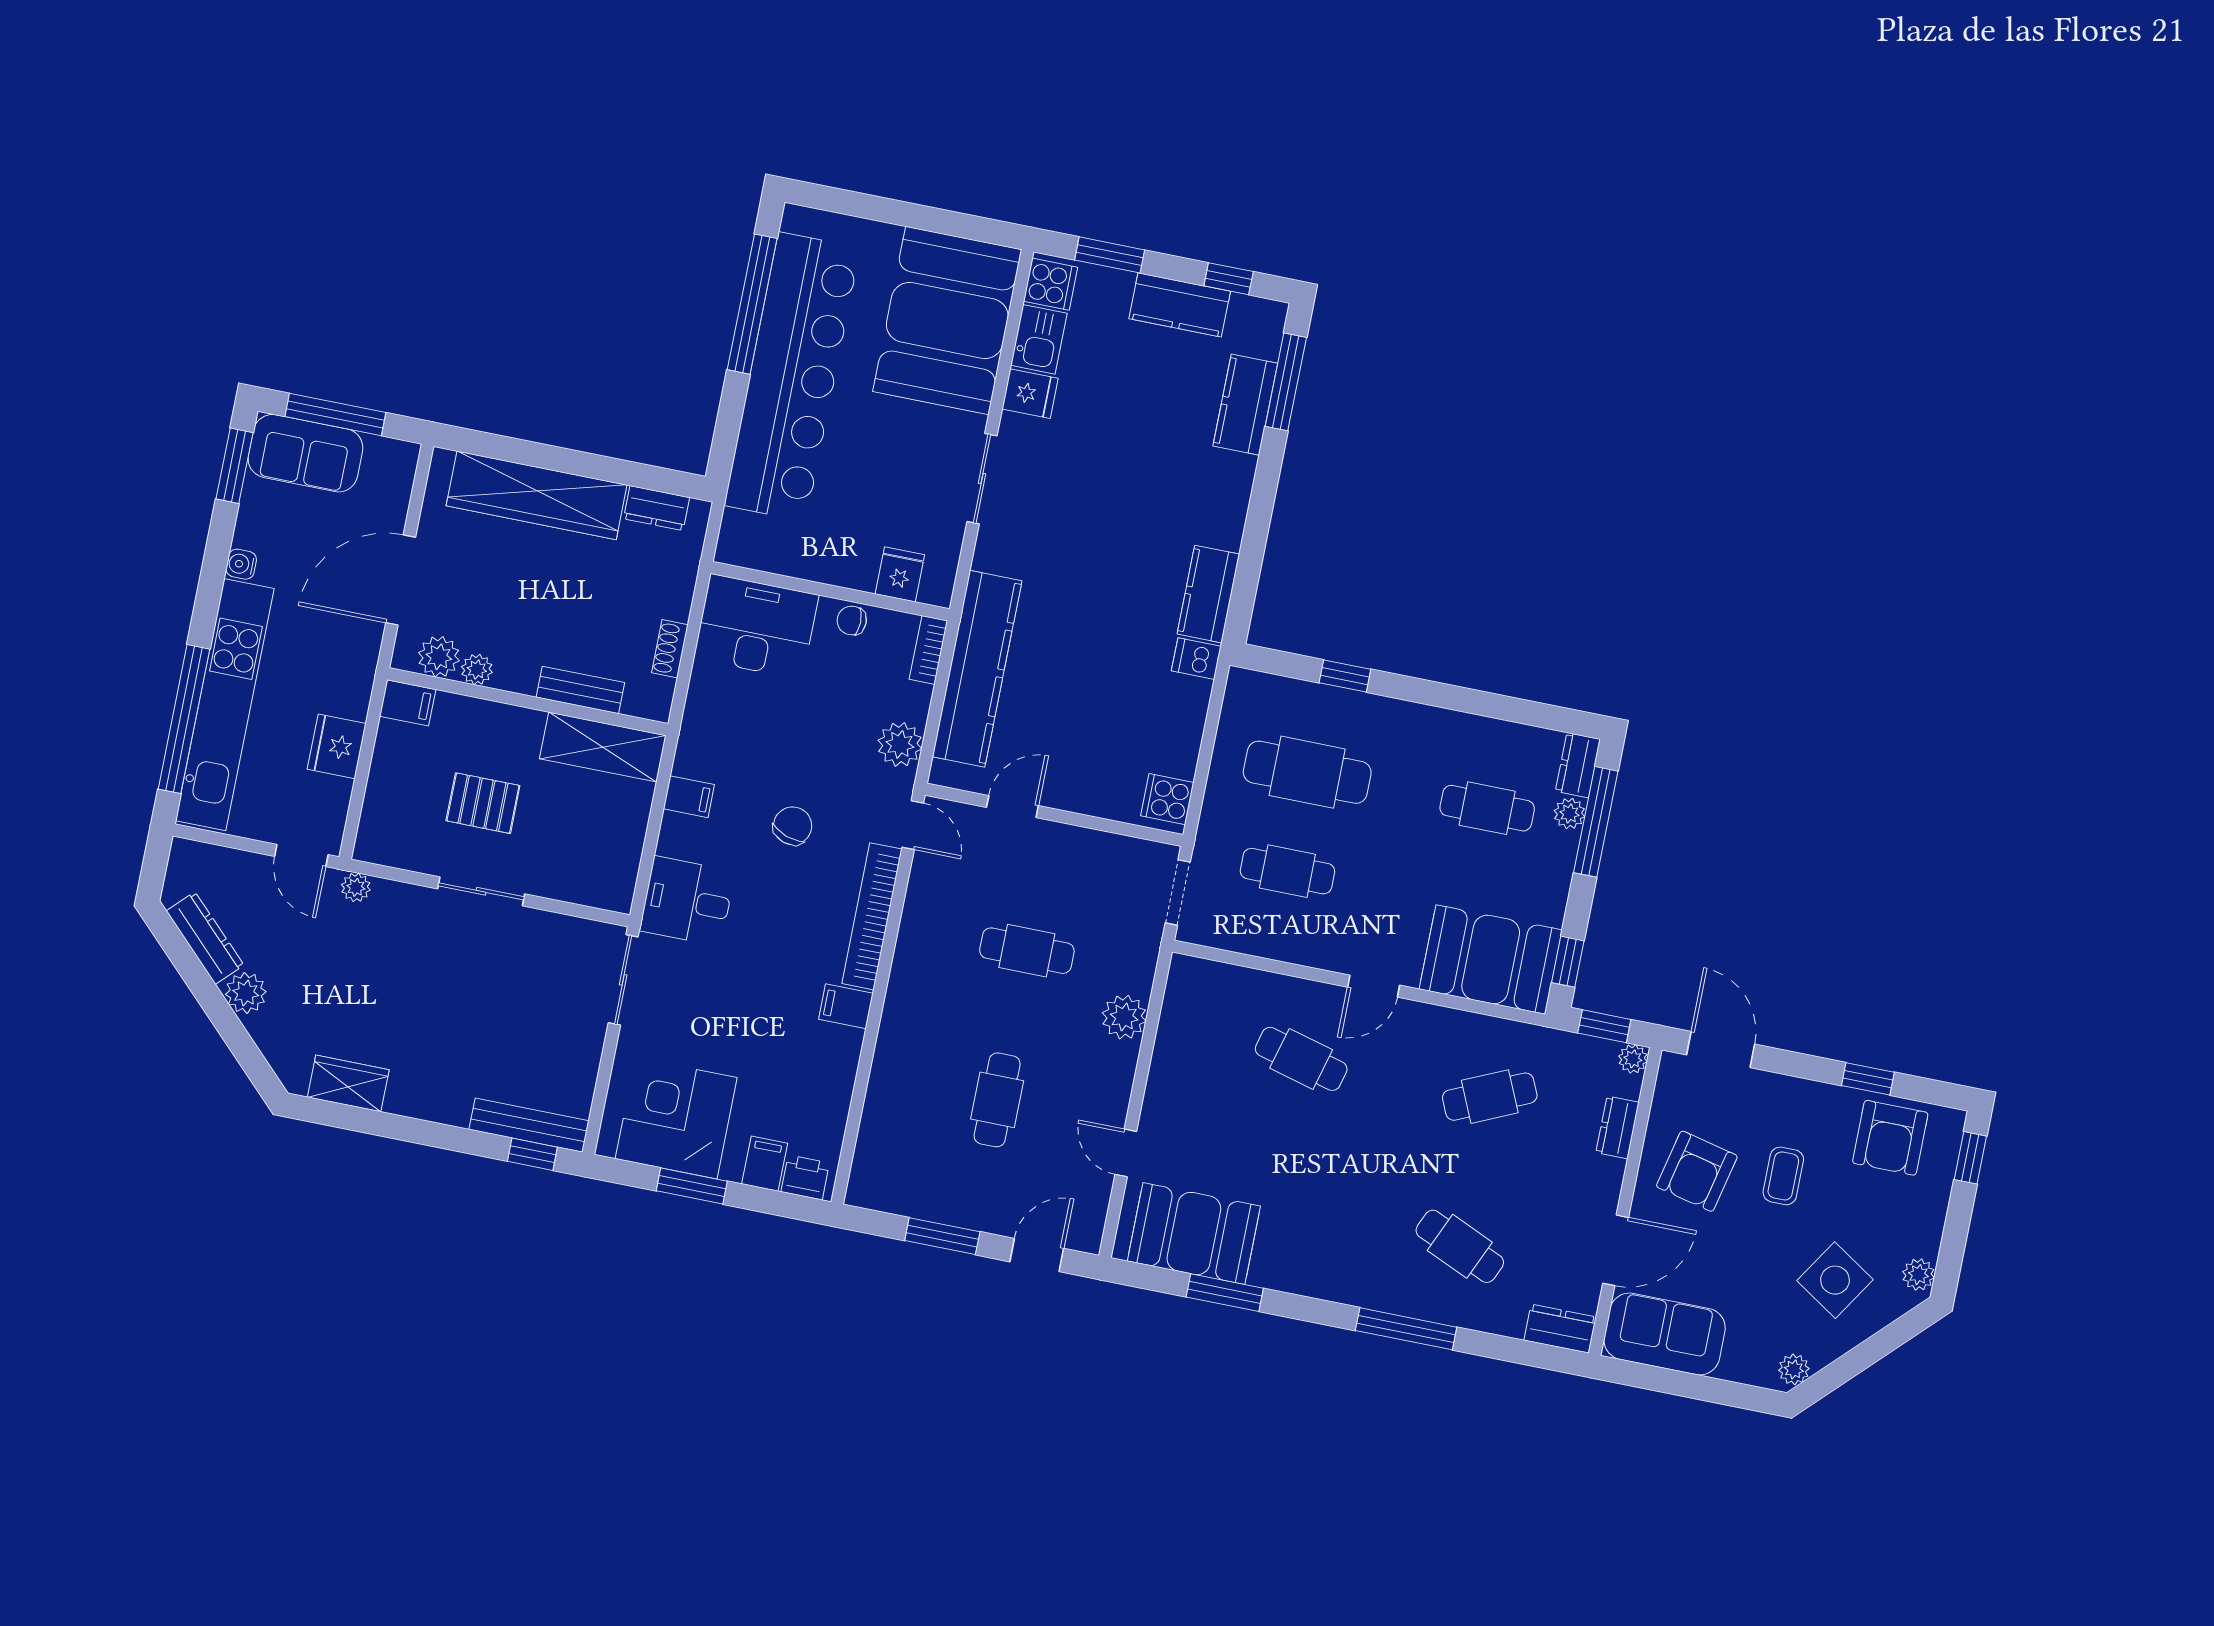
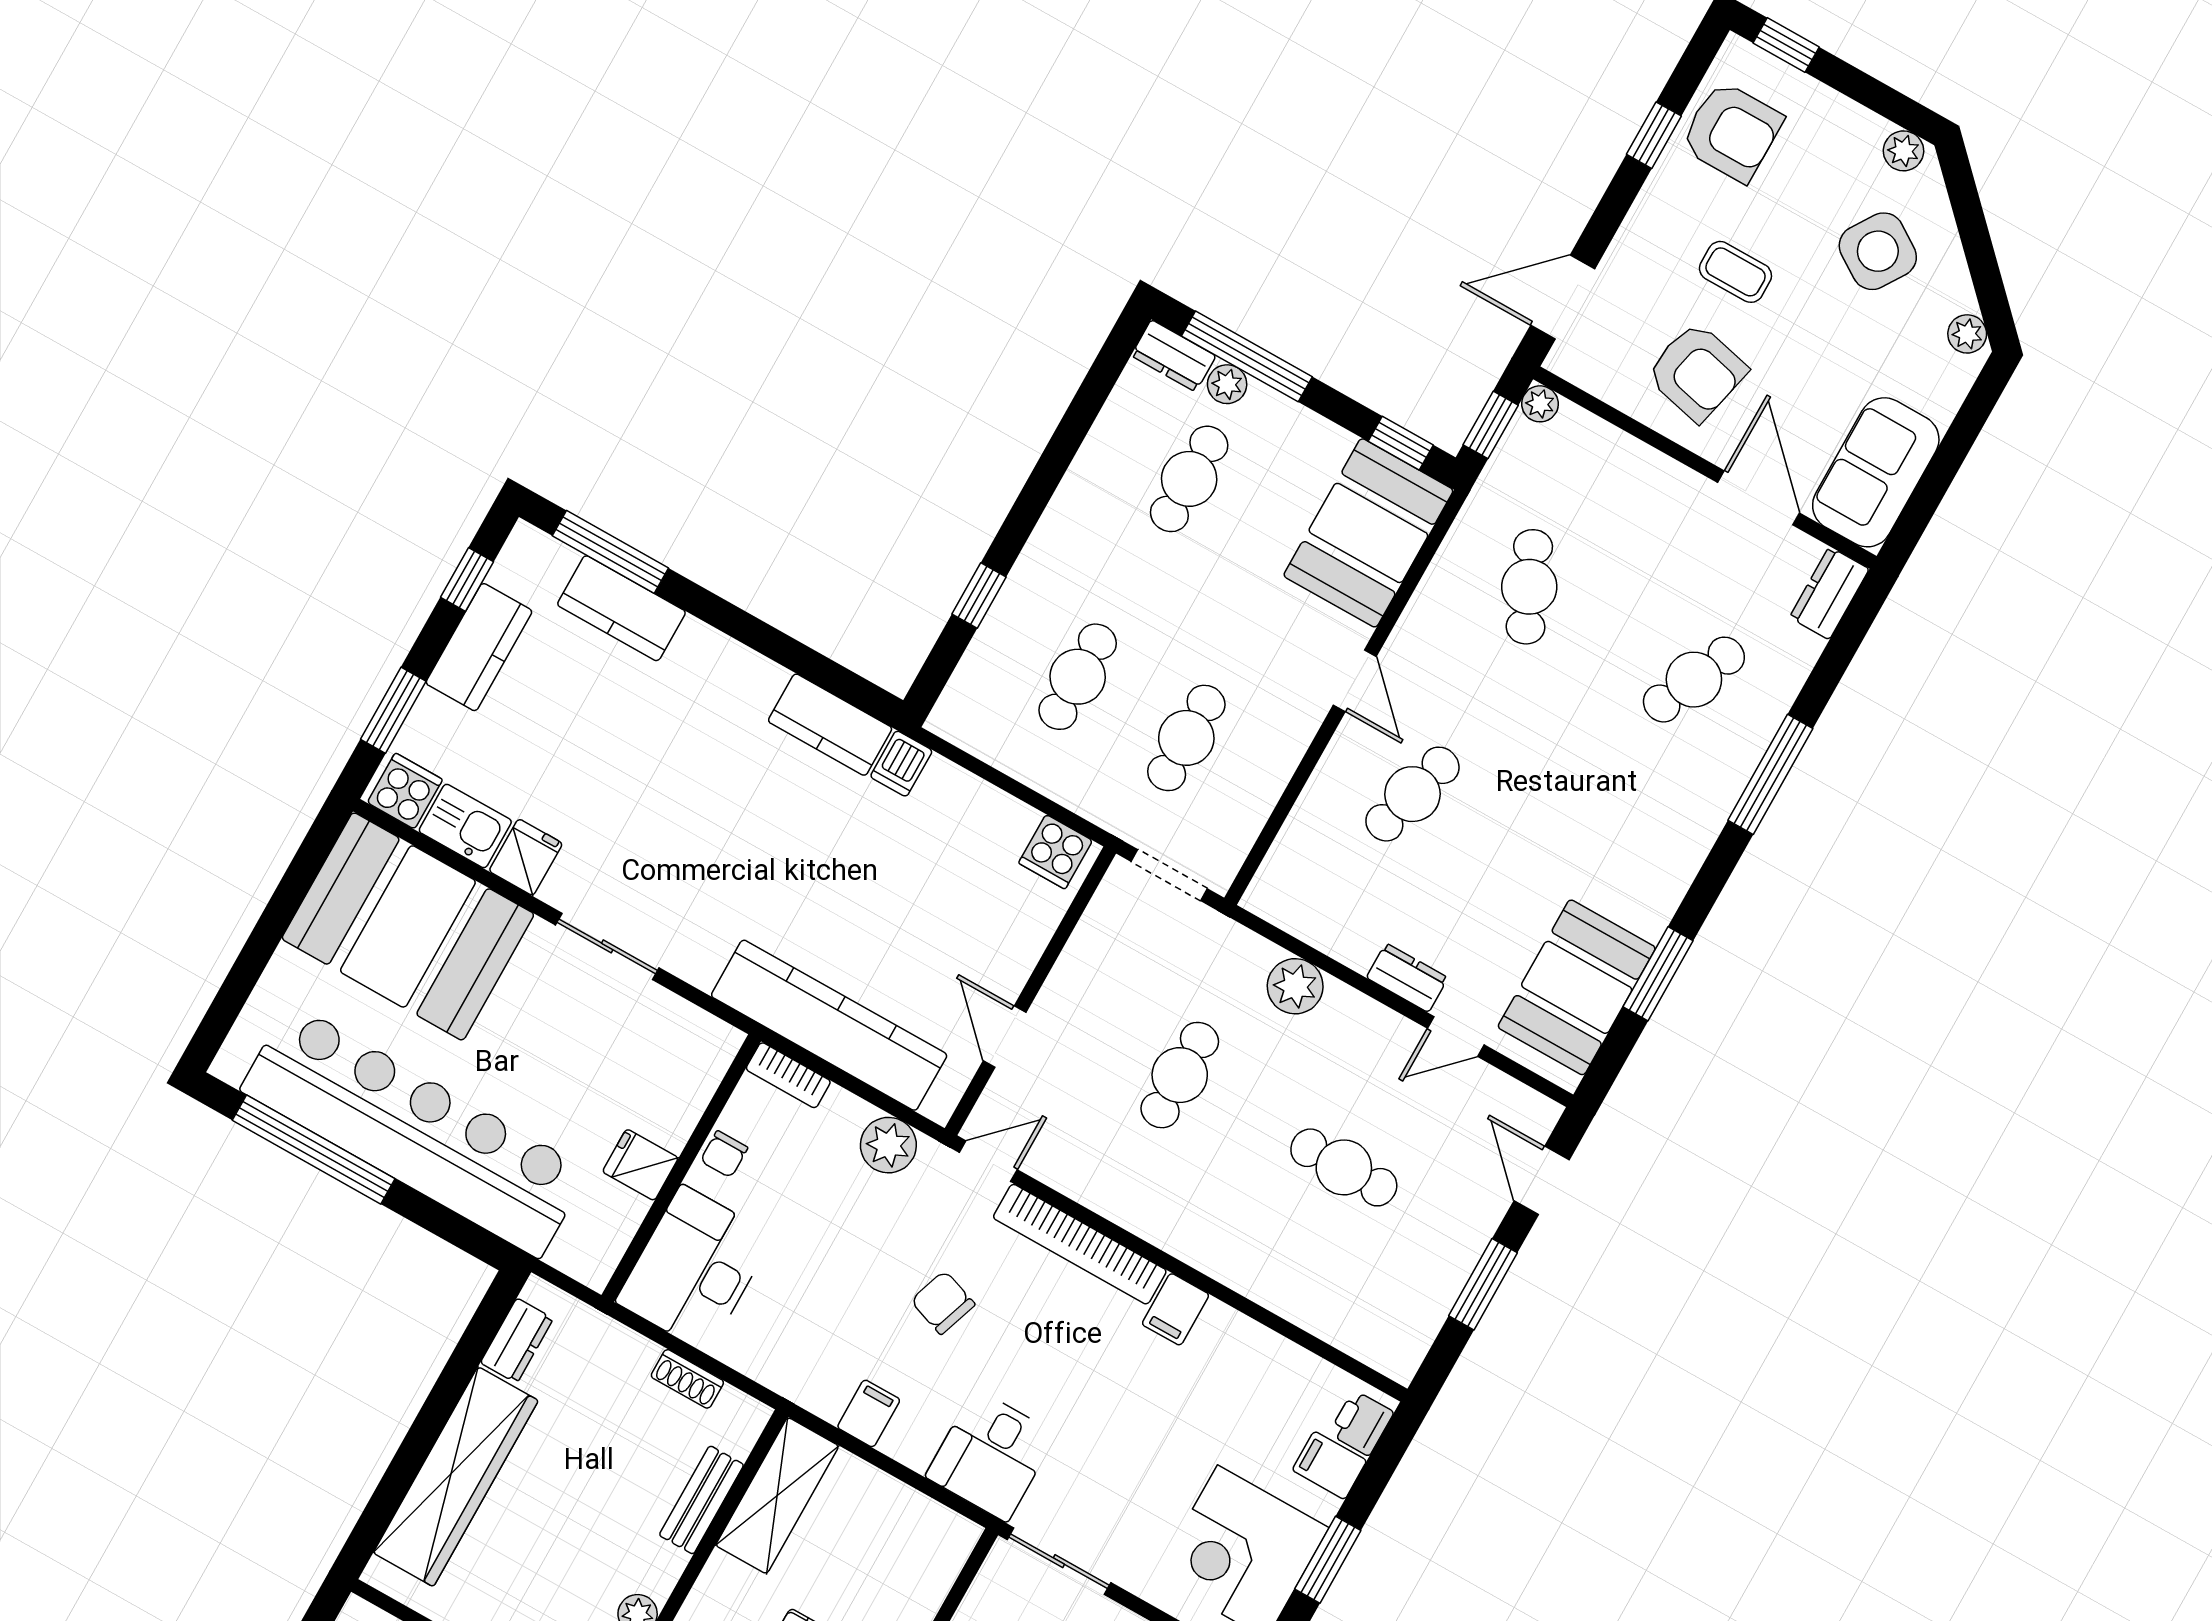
fridge: (900, 574) -> (640, 1165), moved
cafe table: (1307, 772) -> (1078, 677), width x0.73, depth x0.74
dresser: (1618, 1127) -> (1407, 978), moved, turned 180

